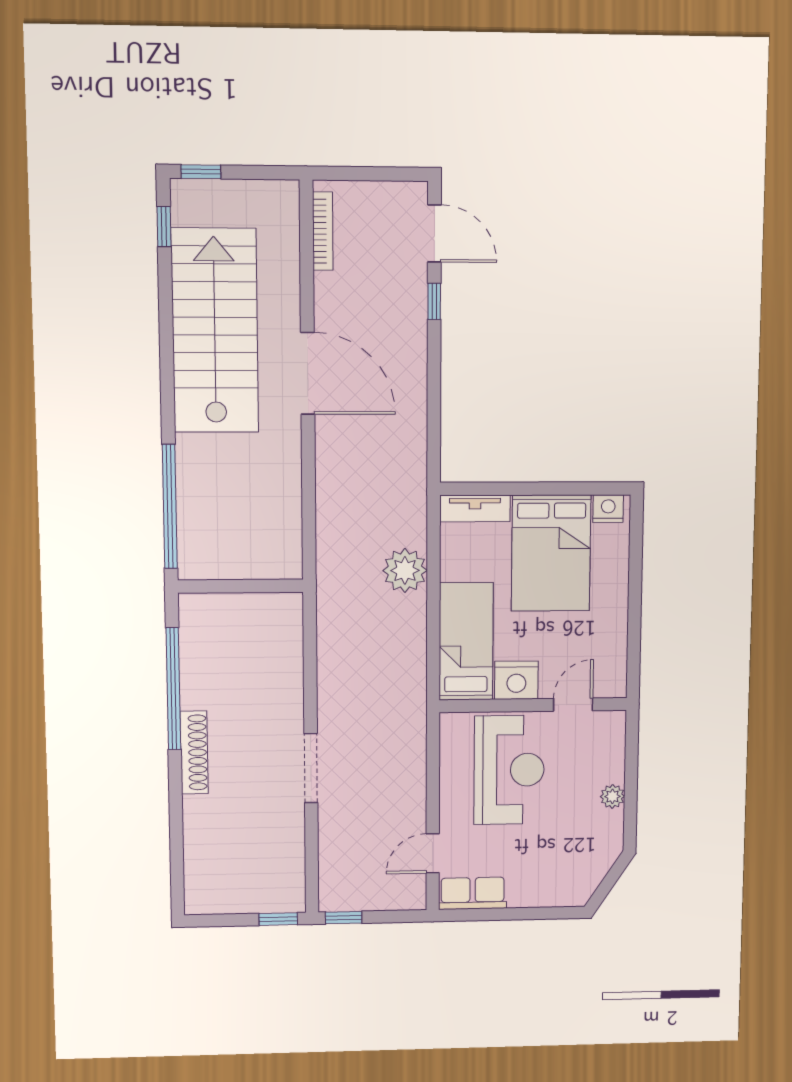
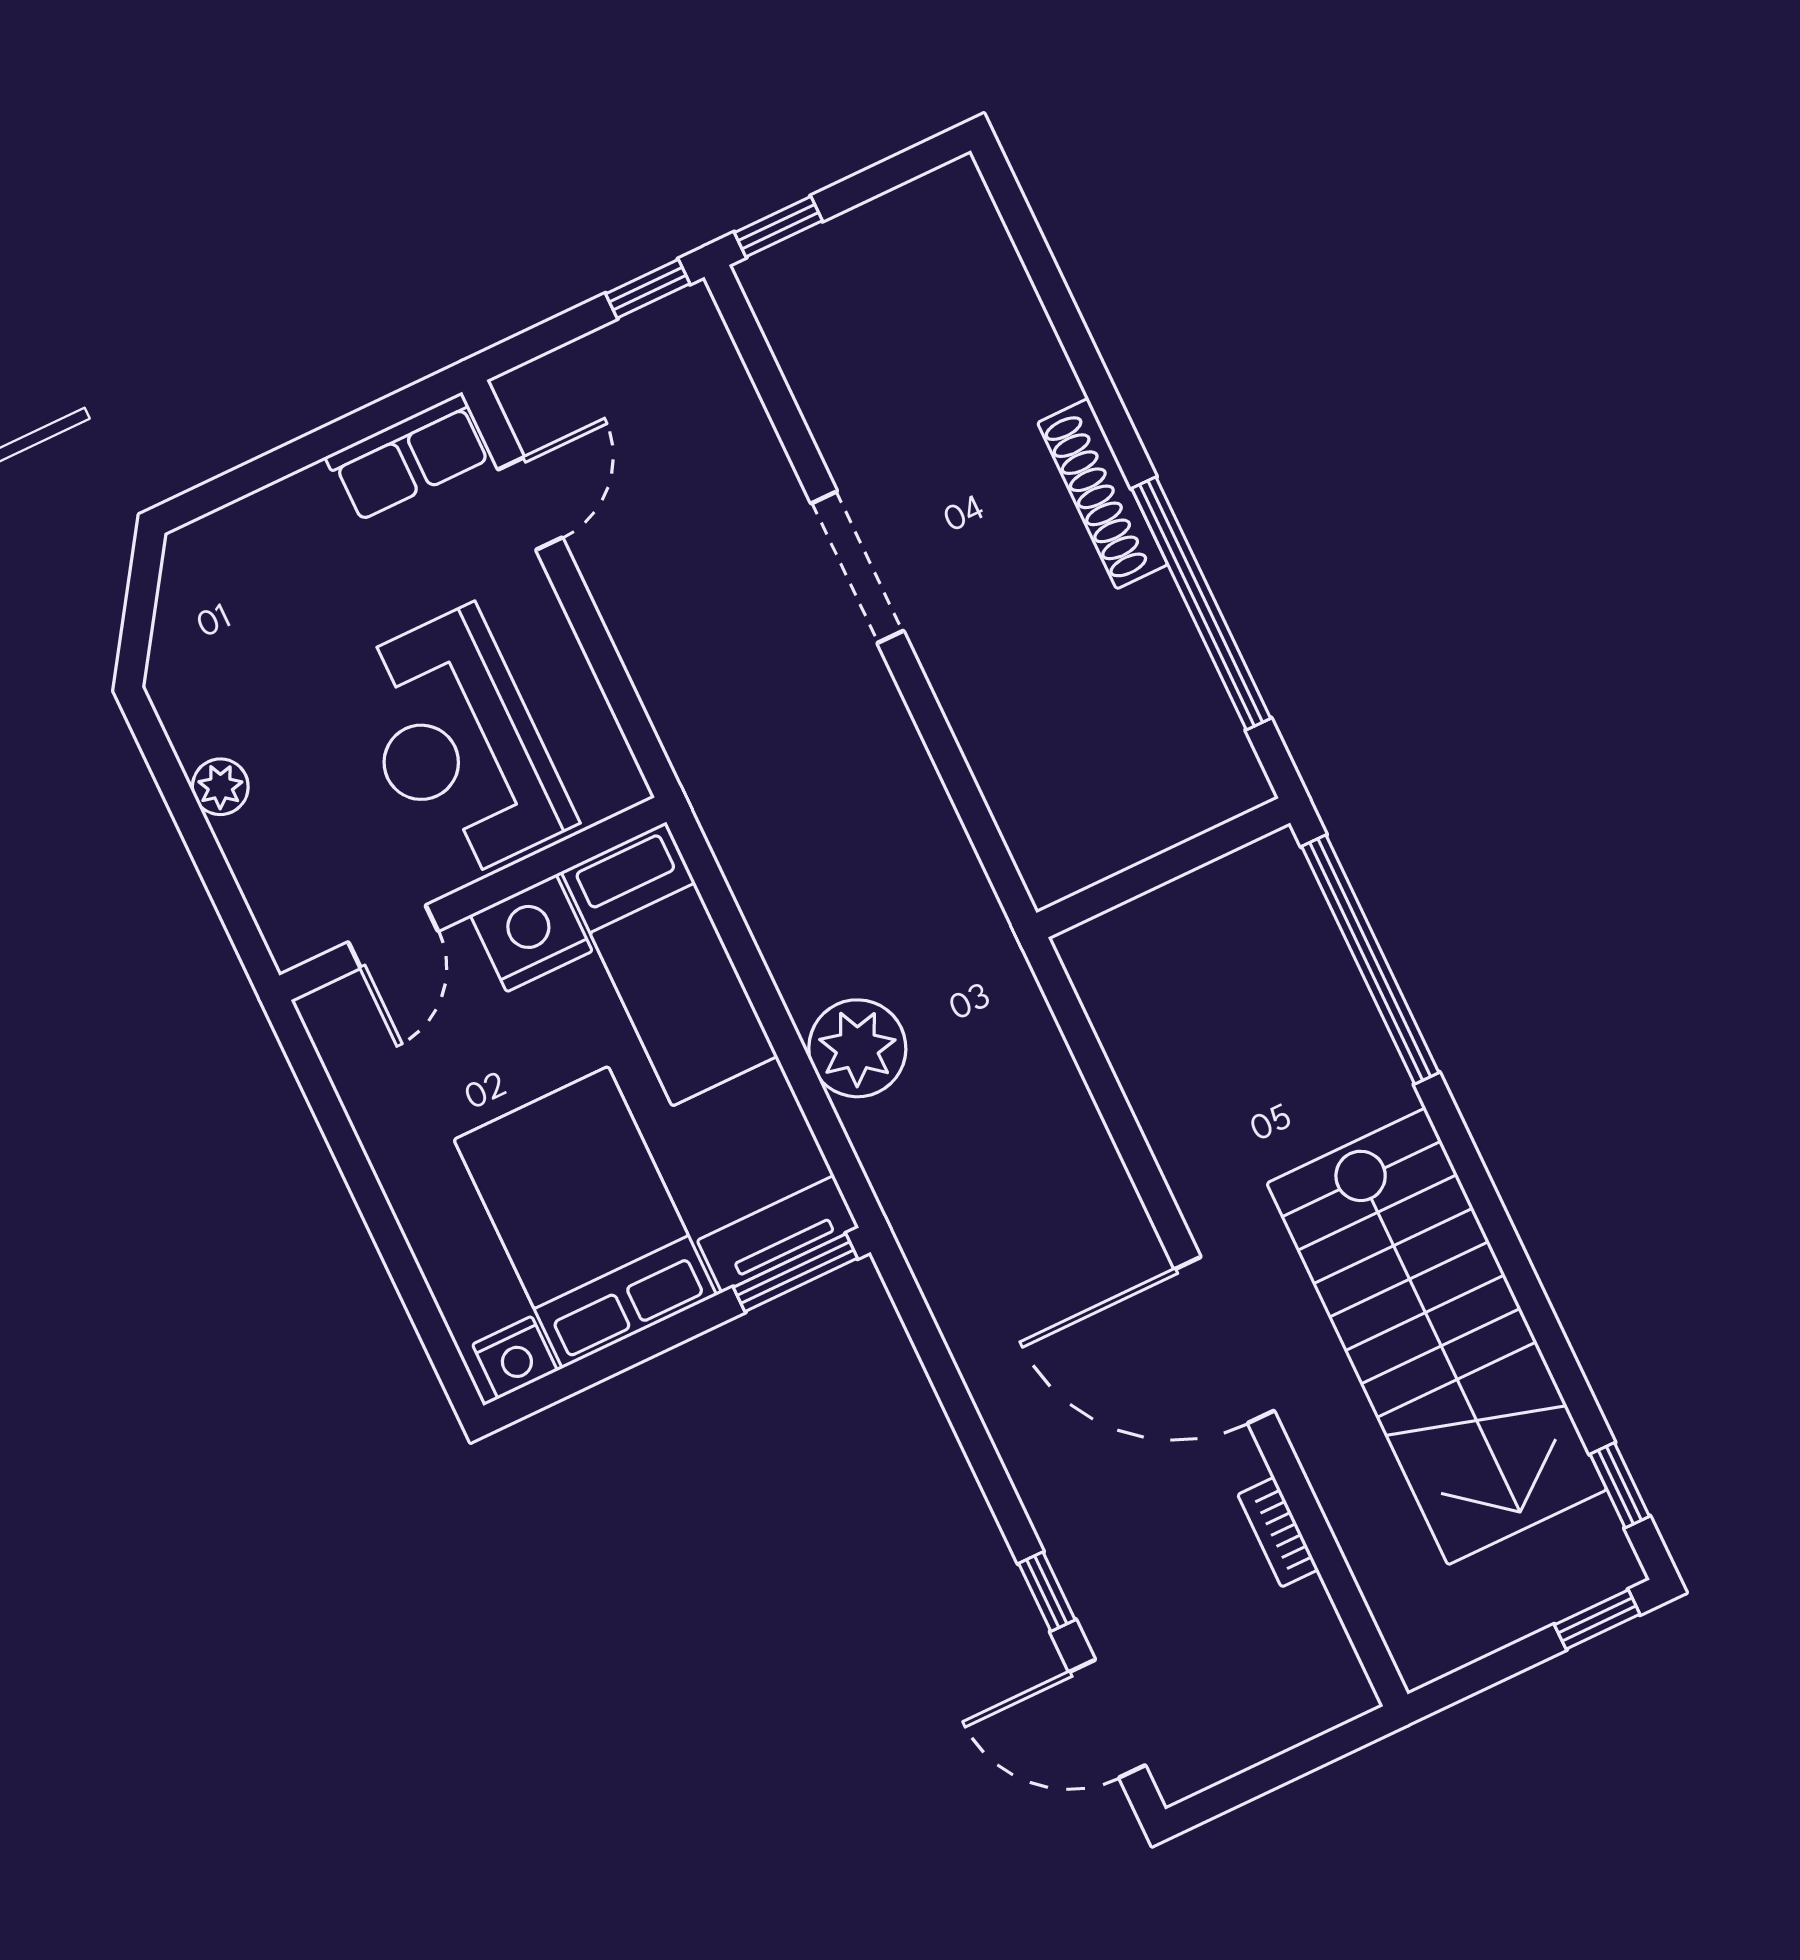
bookcase: (323, 231) -> (1278, 1532), moved, width x0.64
window: (476, 489) -> (795, 1273), added

